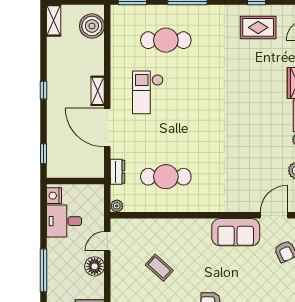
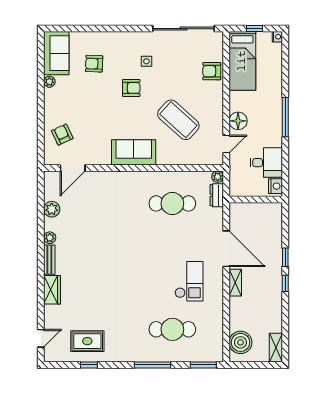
window: (43, 154) -> (285, 257), moved
dresser: (118, 172) -> (217, 195), moved
sofa: (236, 232) -> (134, 152), moved
coffee table: (159, 268) -> (178, 120), width x1.86, depth x1.72

